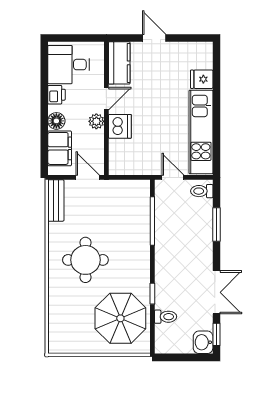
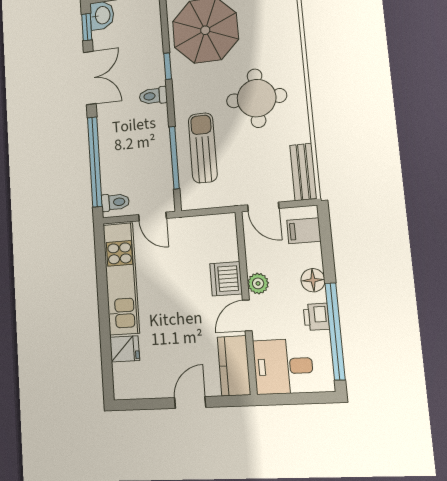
door: (154, 38) -> (190, 403), swing flipped
desk: (69, 65) -> (283, 366), moved, turned 180
window: (44, 84) -> (335, 331), added
filing cabinet: (60, 148) -> (304, 231), width x0.50
window: (216, 224) -> (95, 162), width x2.11
sun lounger: (130, 226) -> (203, 148), added
double door: (216, 292) -> (90, 78), swing flipped
toilet: (166, 317) -> (153, 96), moved

